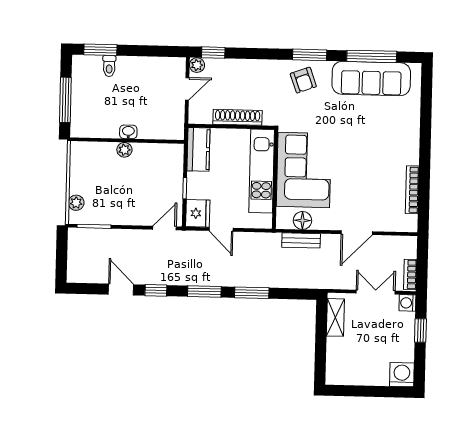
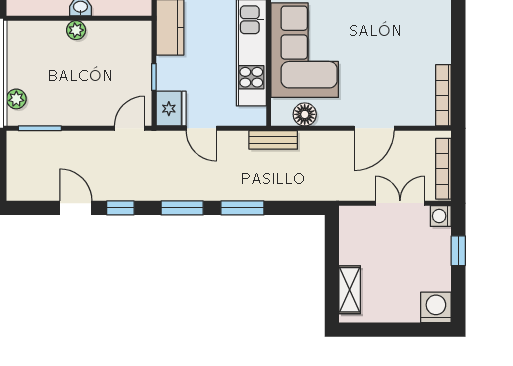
bookcase: (412, 190) -> (443, 95), moved
bench: (301, 240) -> (273, 140), moved
bookcase: (410, 274) -> (443, 169), width x1.56
shelving: (335, 317) -> (350, 290), moved

